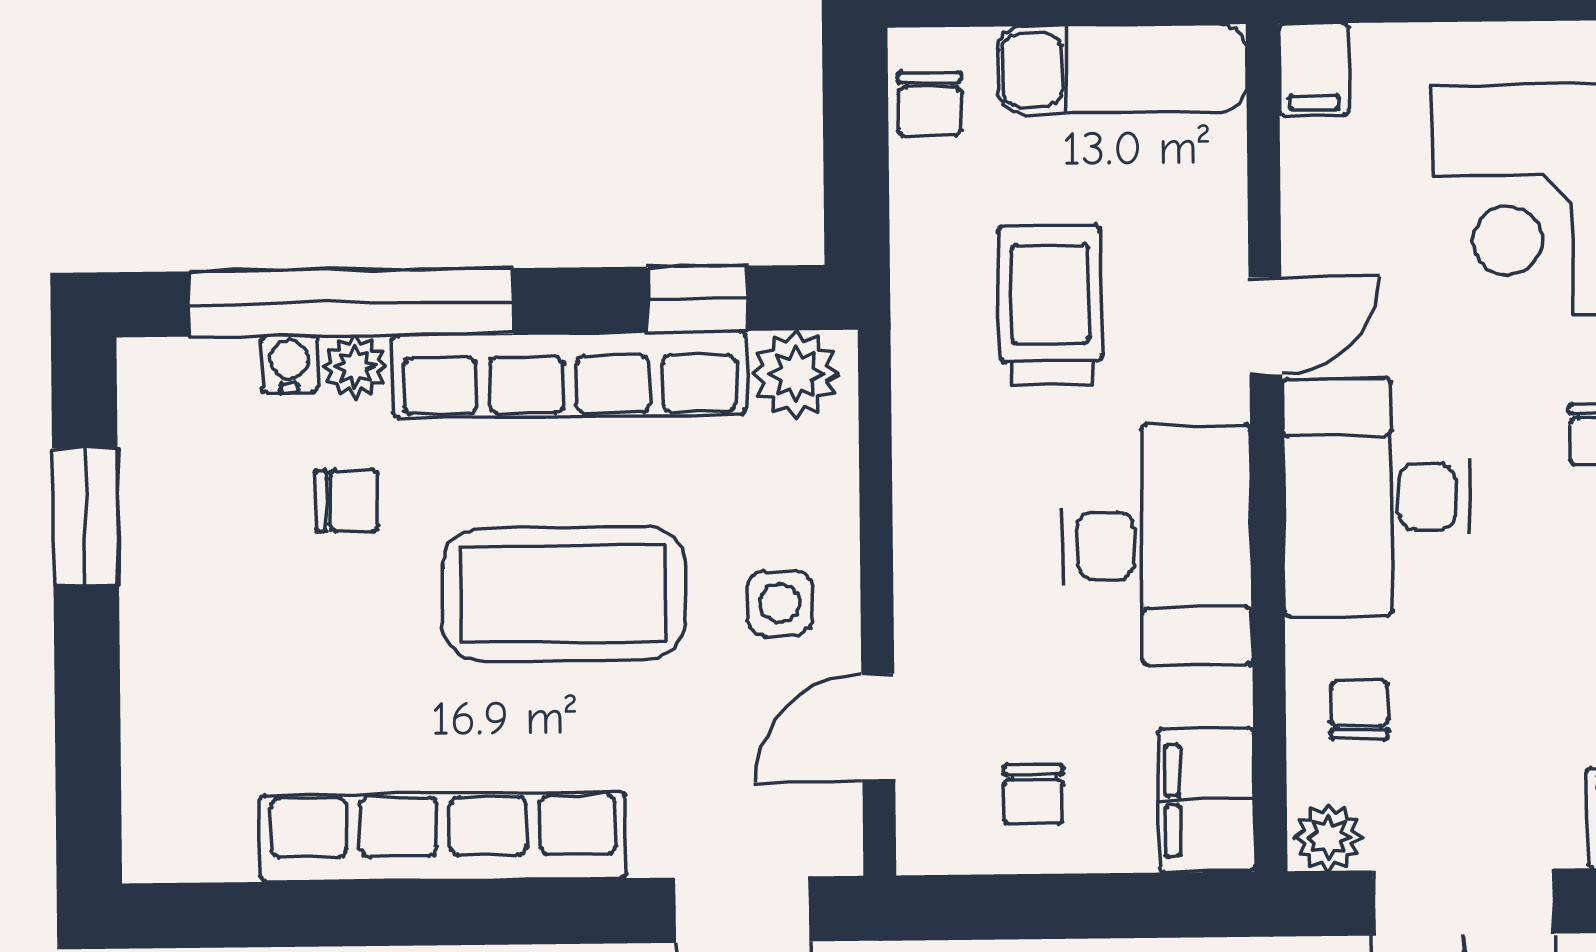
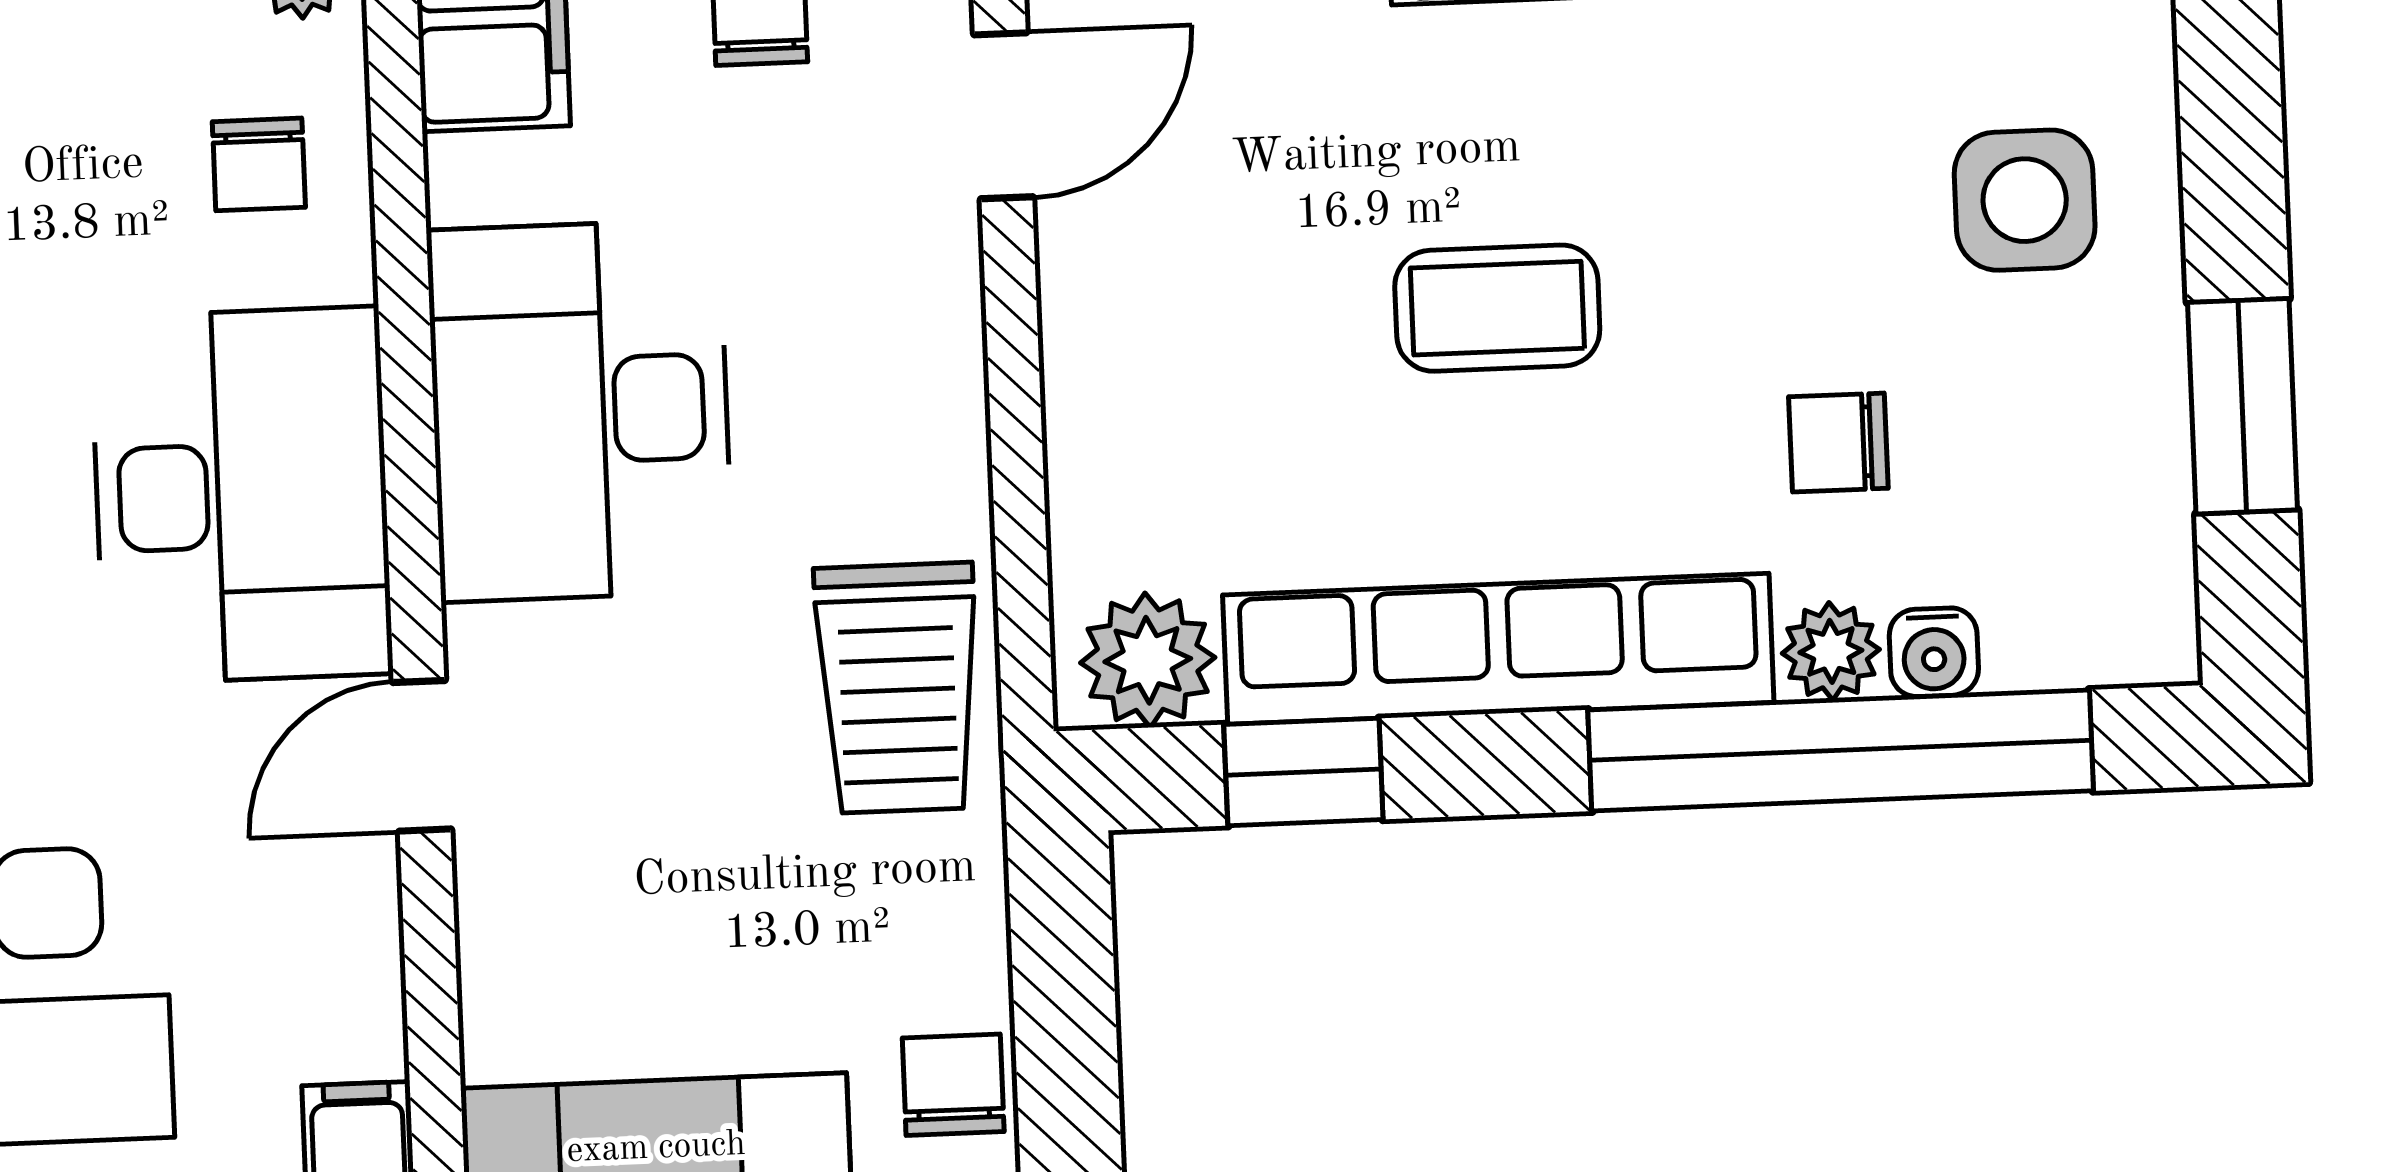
trolley: (1050, 305) -> (898, 688), moved
coffee table: (564, 594) -> (1497, 308), width x0.54, depth x0.58
side table: (780, 603) -> (2025, 200), moved, width x1.37, depth x1.37

